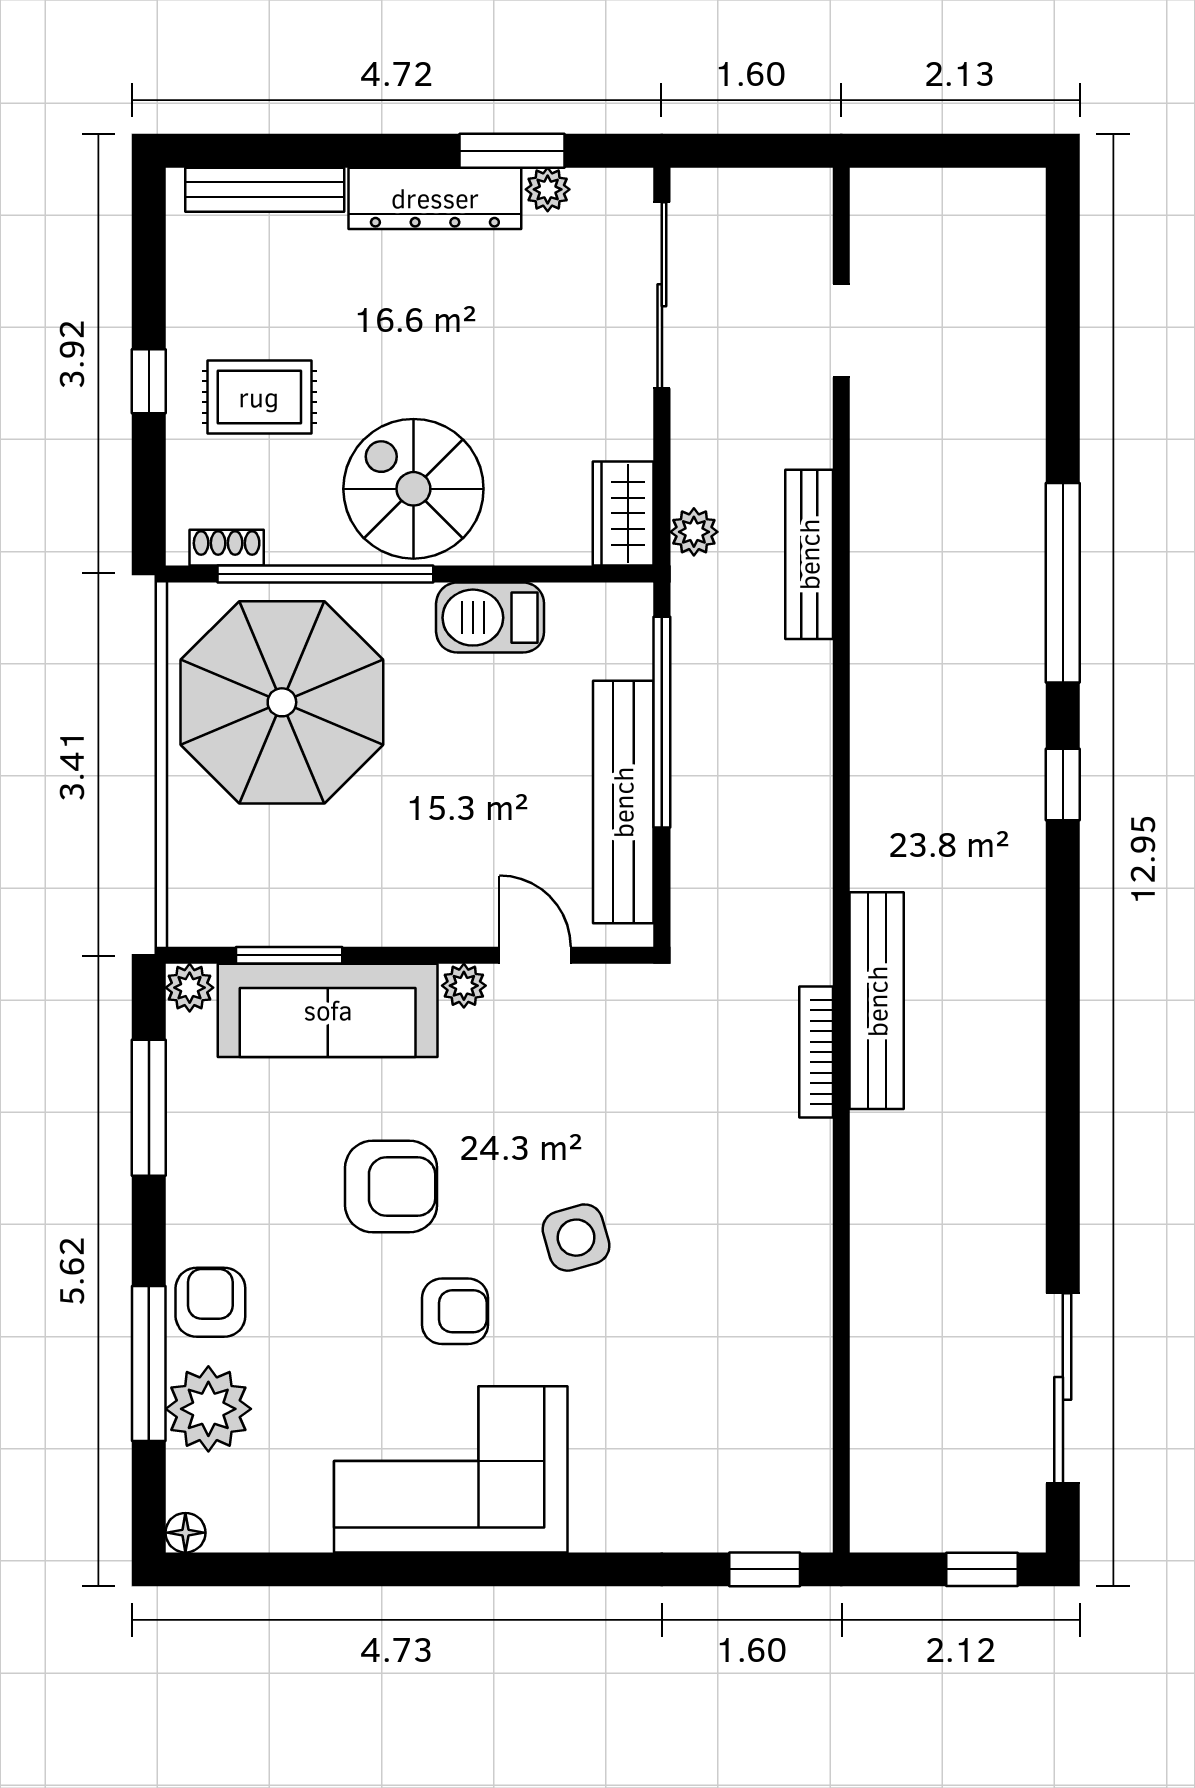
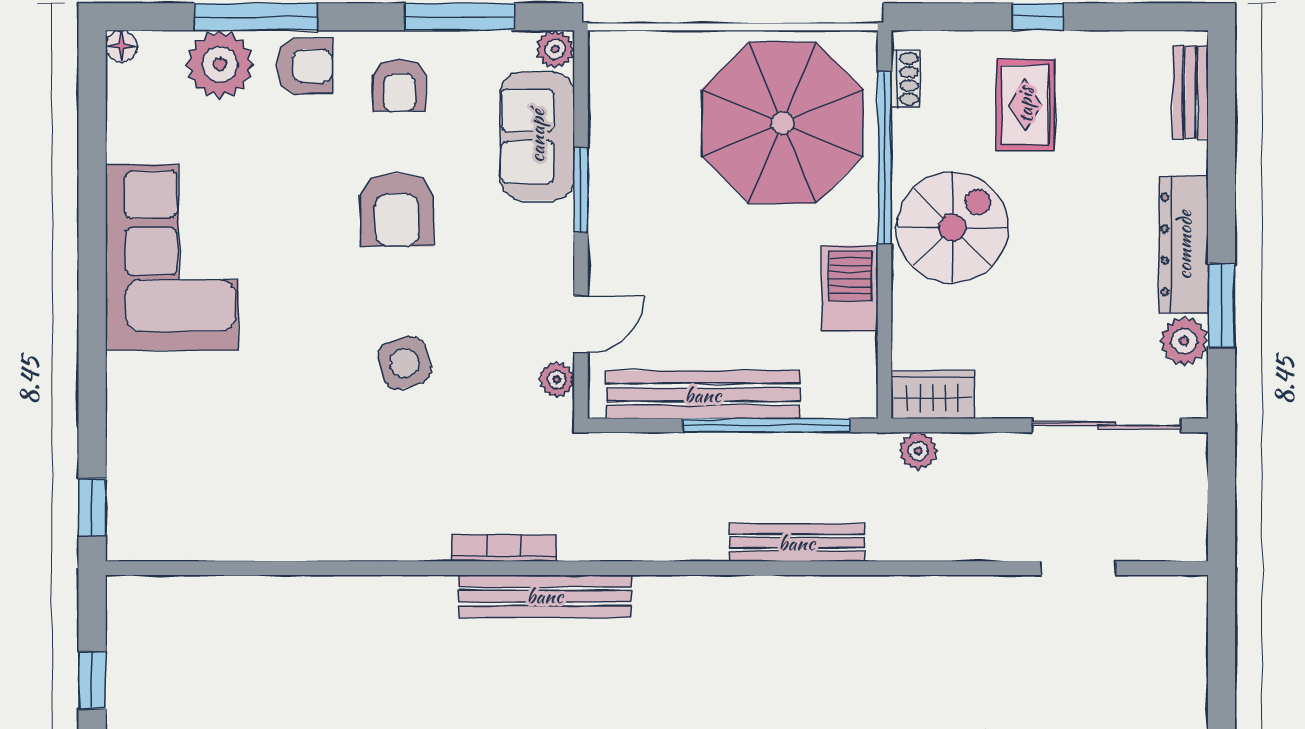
plant: (548, 189) -> (1184, 341), width x1.38, depth x1.38
bench: (265, 190) -> (1190, 92), width x0.73
bench: (809, 554) -> (797, 543), moved
window: (289, 955) -> (581, 190), moved
plant: (464, 986) -> (557, 379), moved
sofa: (328, 1010) -> (537, 136), width x0.73
side table: (576, 1238) -> (404, 363), moved
armchair: (455, 1311) -> (399, 86), moved

